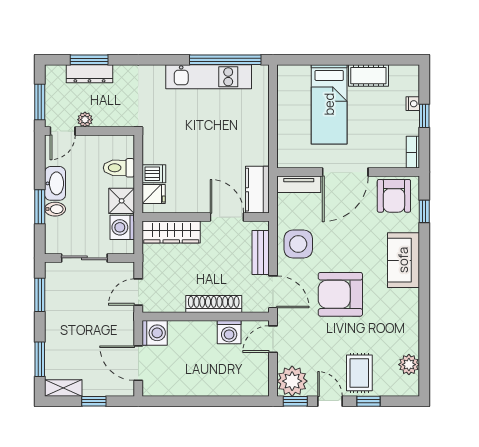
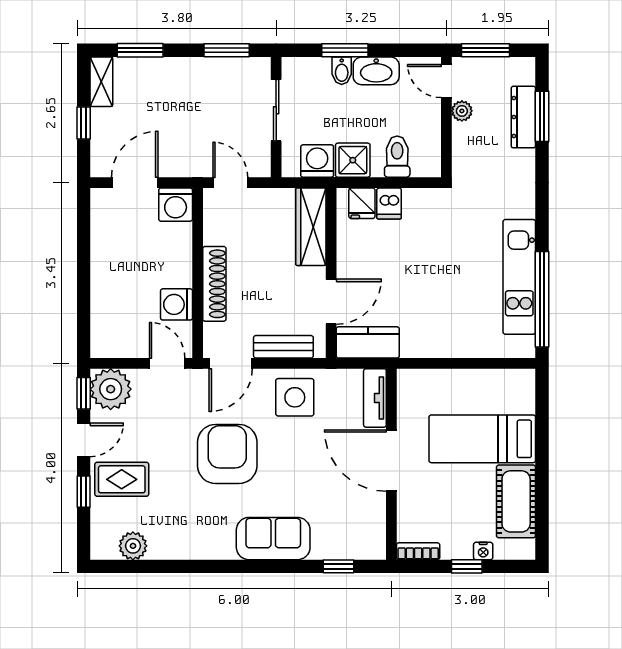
cot: (368, 76) -> (516, 501), width x1.37, depth x1.34
armchair: (394, 196) -> (360, 526), removed

